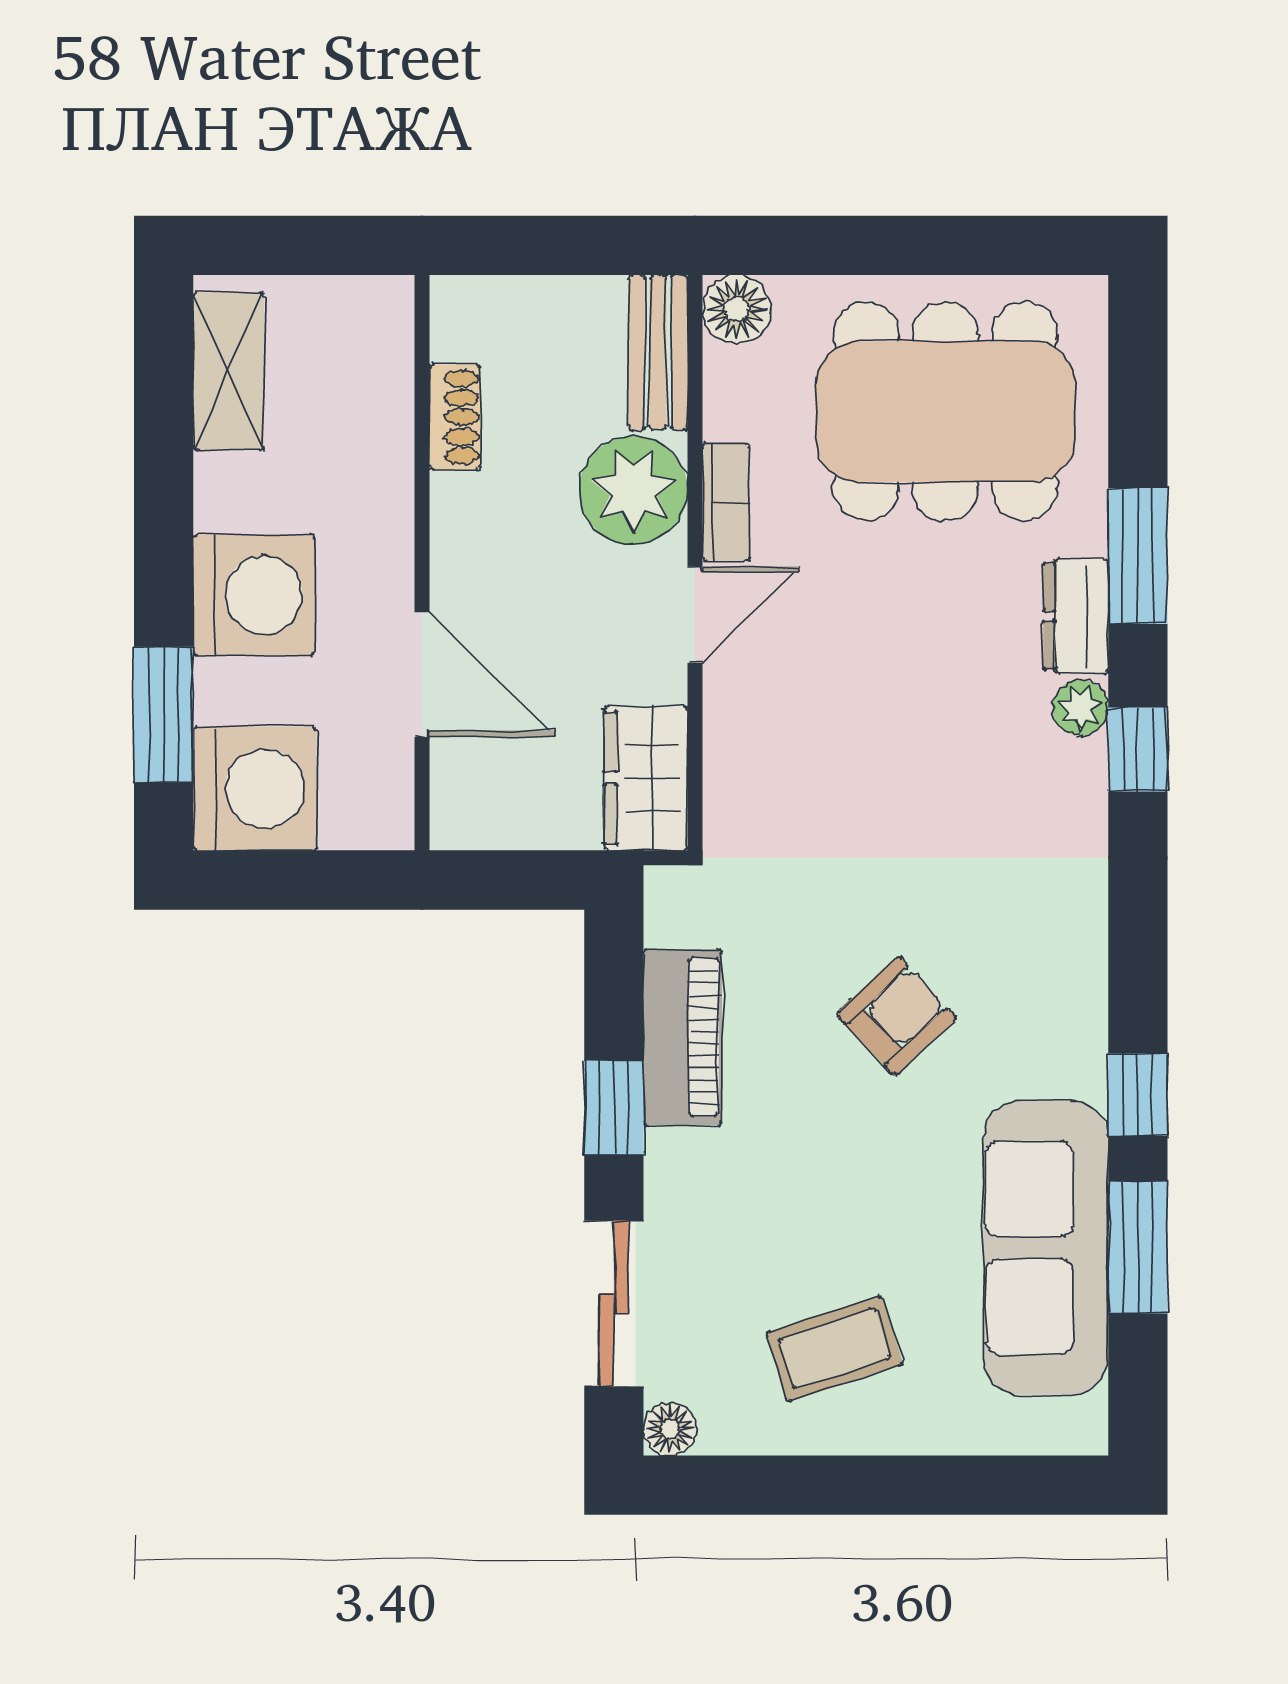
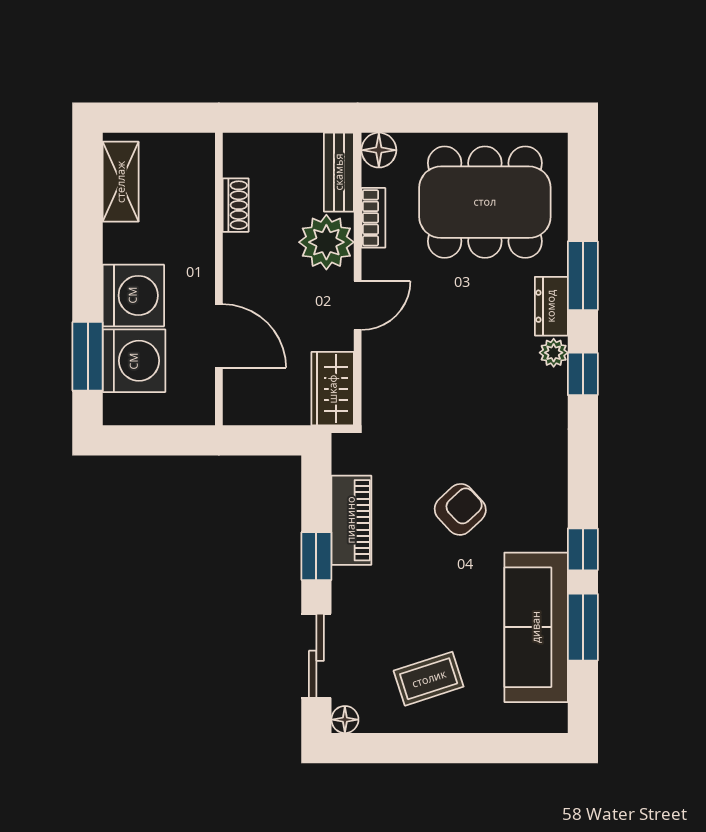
bookcase: (726, 502) -> (373, 218), moved
washing machine: (255, 789) -> (134, 361), moved

